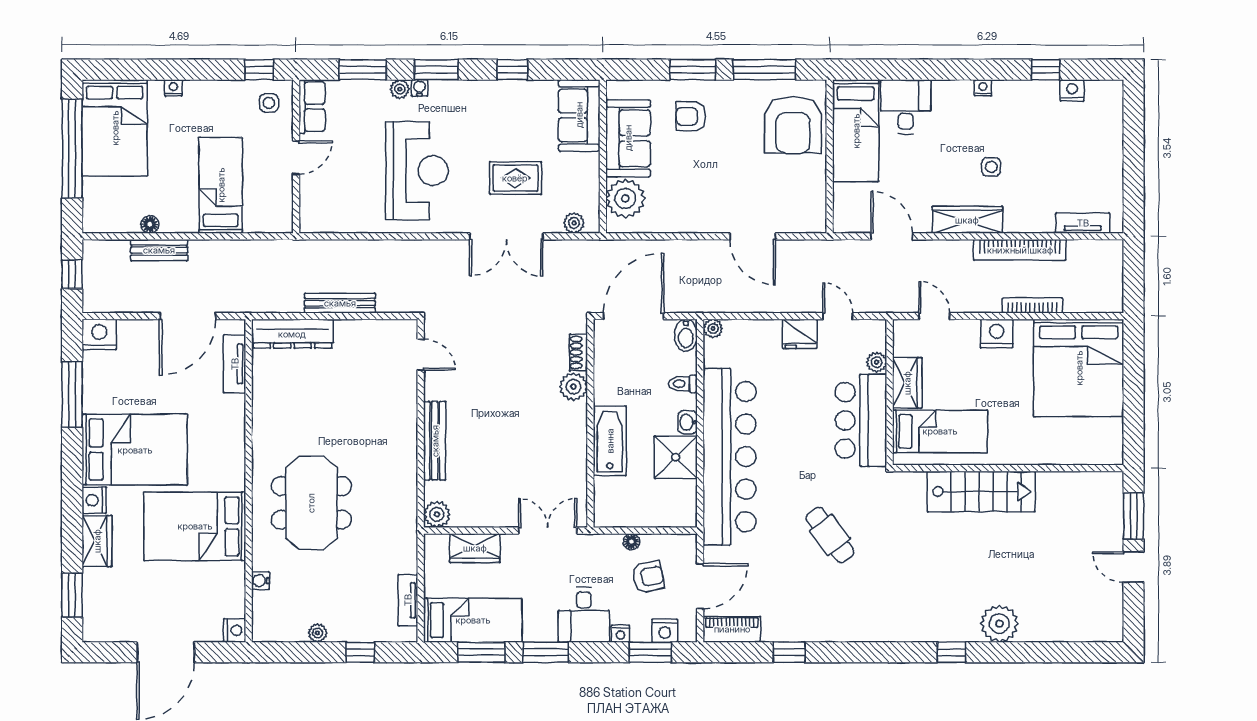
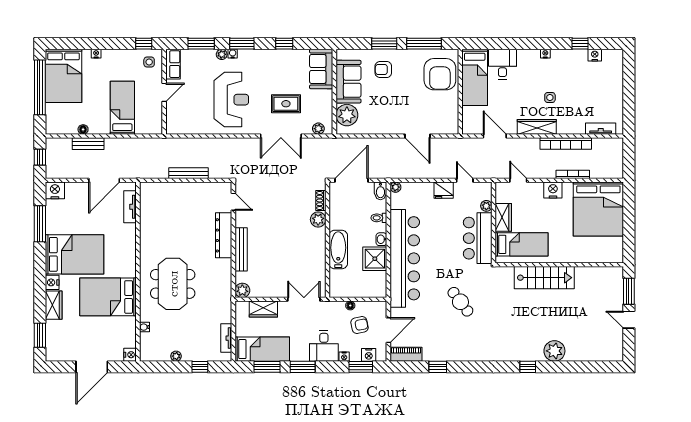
dresser: (292, 334) -> (224, 235), moved, turned 90

